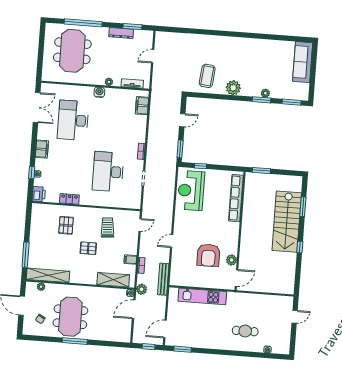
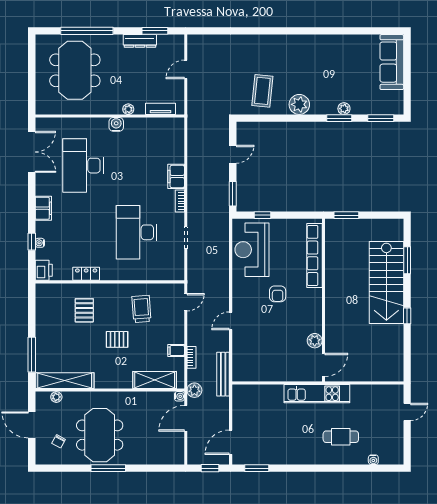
filing cabinet: (142, 106) -> (176, 176), moved
armchair: (208, 255) -> (278, 294), moved, width x0.53, depth x0.53
kitchen unit: (202, 296) -> (317, 394), moved

